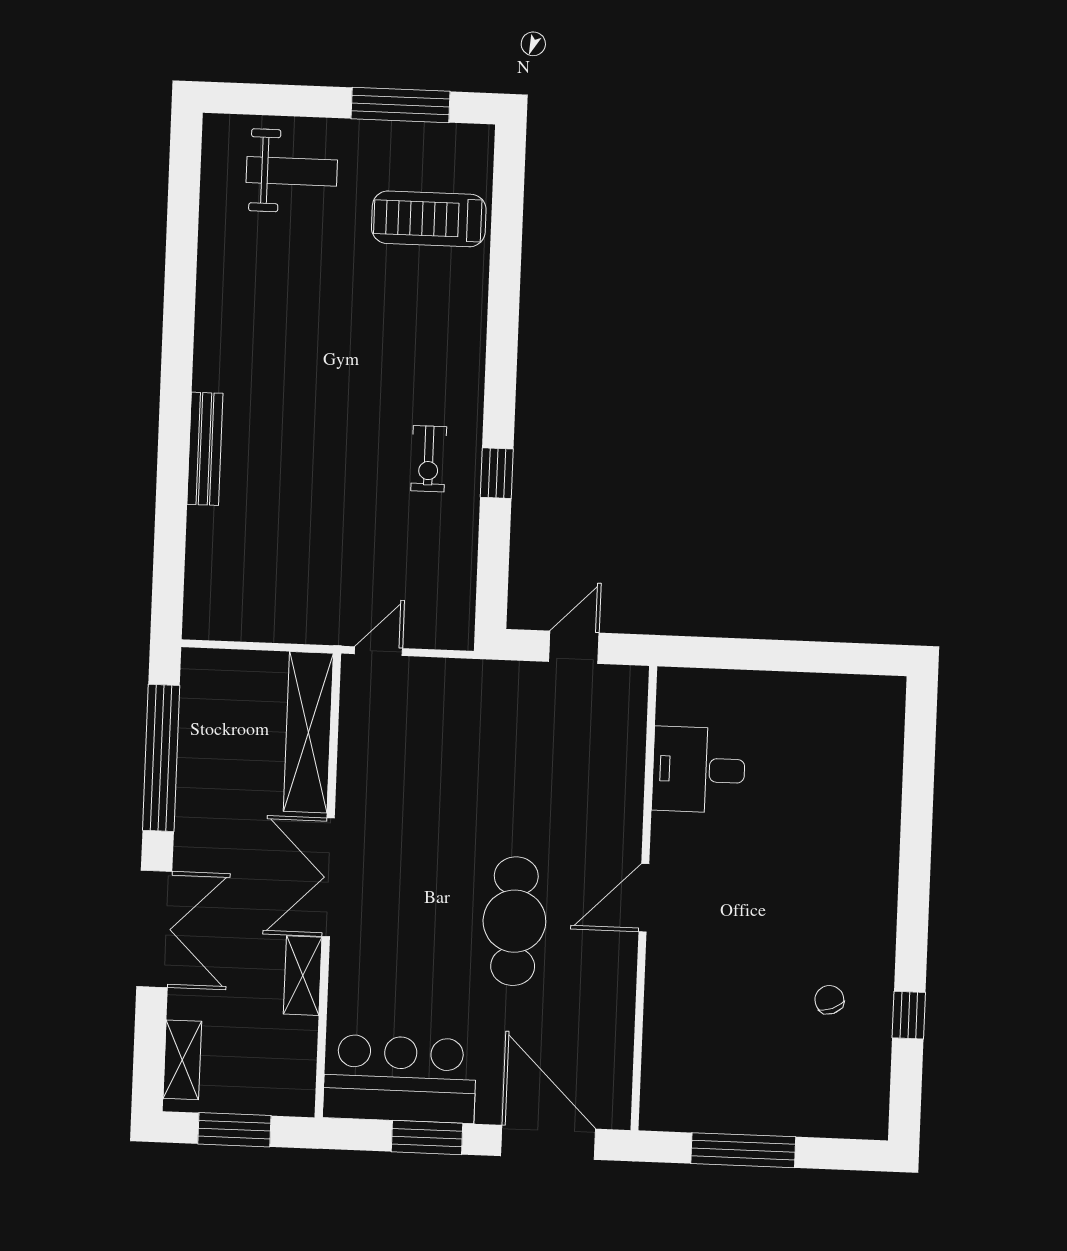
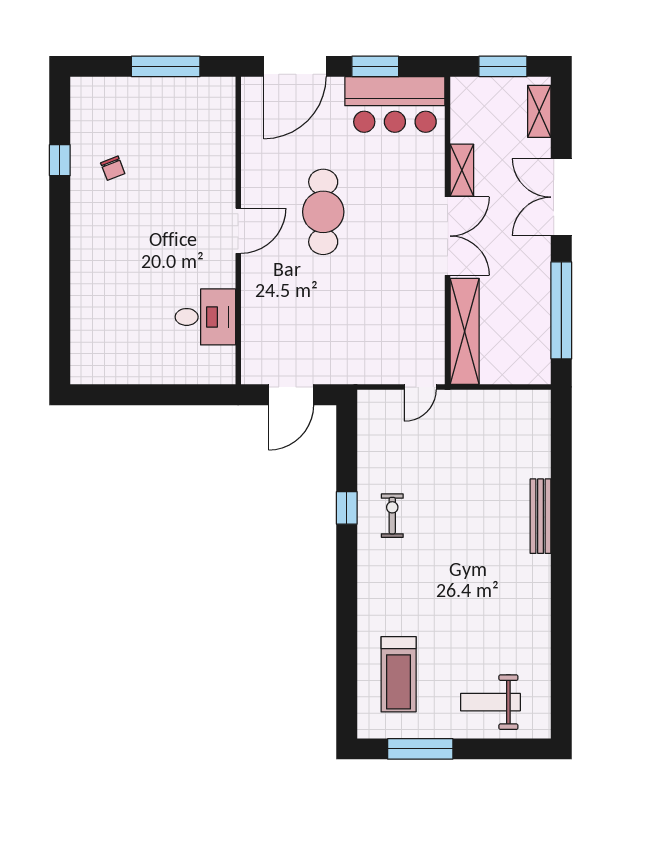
treadmill: (429, 219) -> (399, 674), turned 90
door: (574, 647) -> (291, 395), width x1.38
door: (548, 1142) -> (295, 66), hinge flipped

